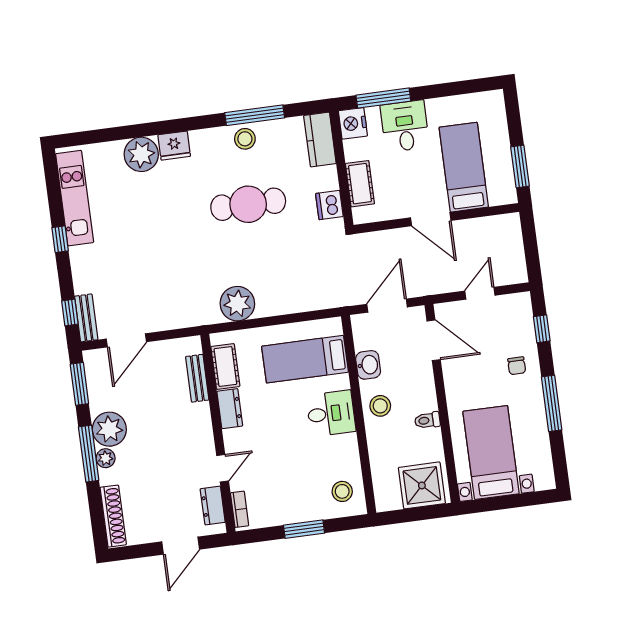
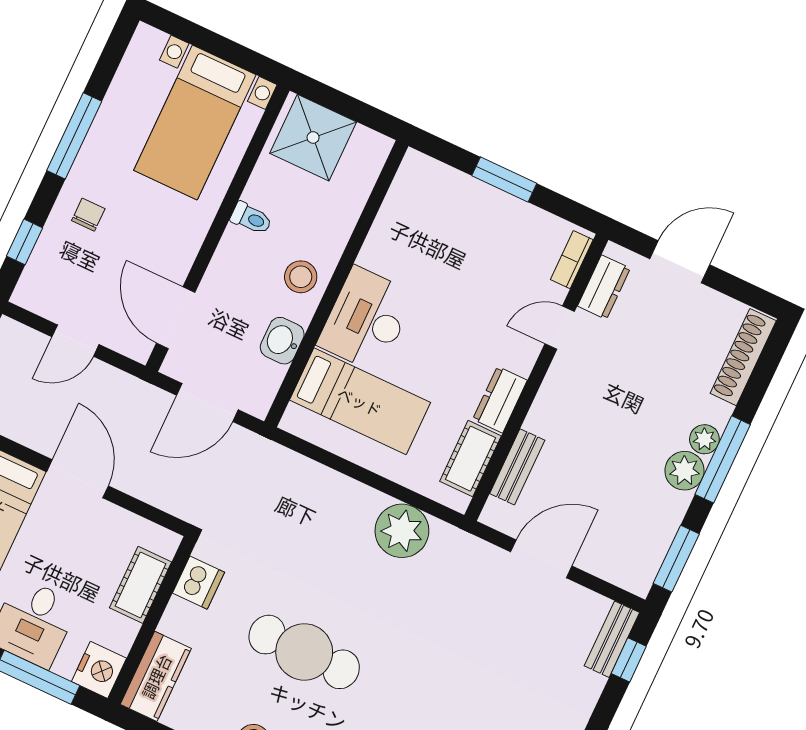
door: (126, 340) -> (541, 559), moved
desk: (331, 413) -> (366, 319), width x1.37
plant: (109, 429) -> (684, 471), width x0.73, depth x0.73
stool: (342, 491) -> (422, 197), removed

